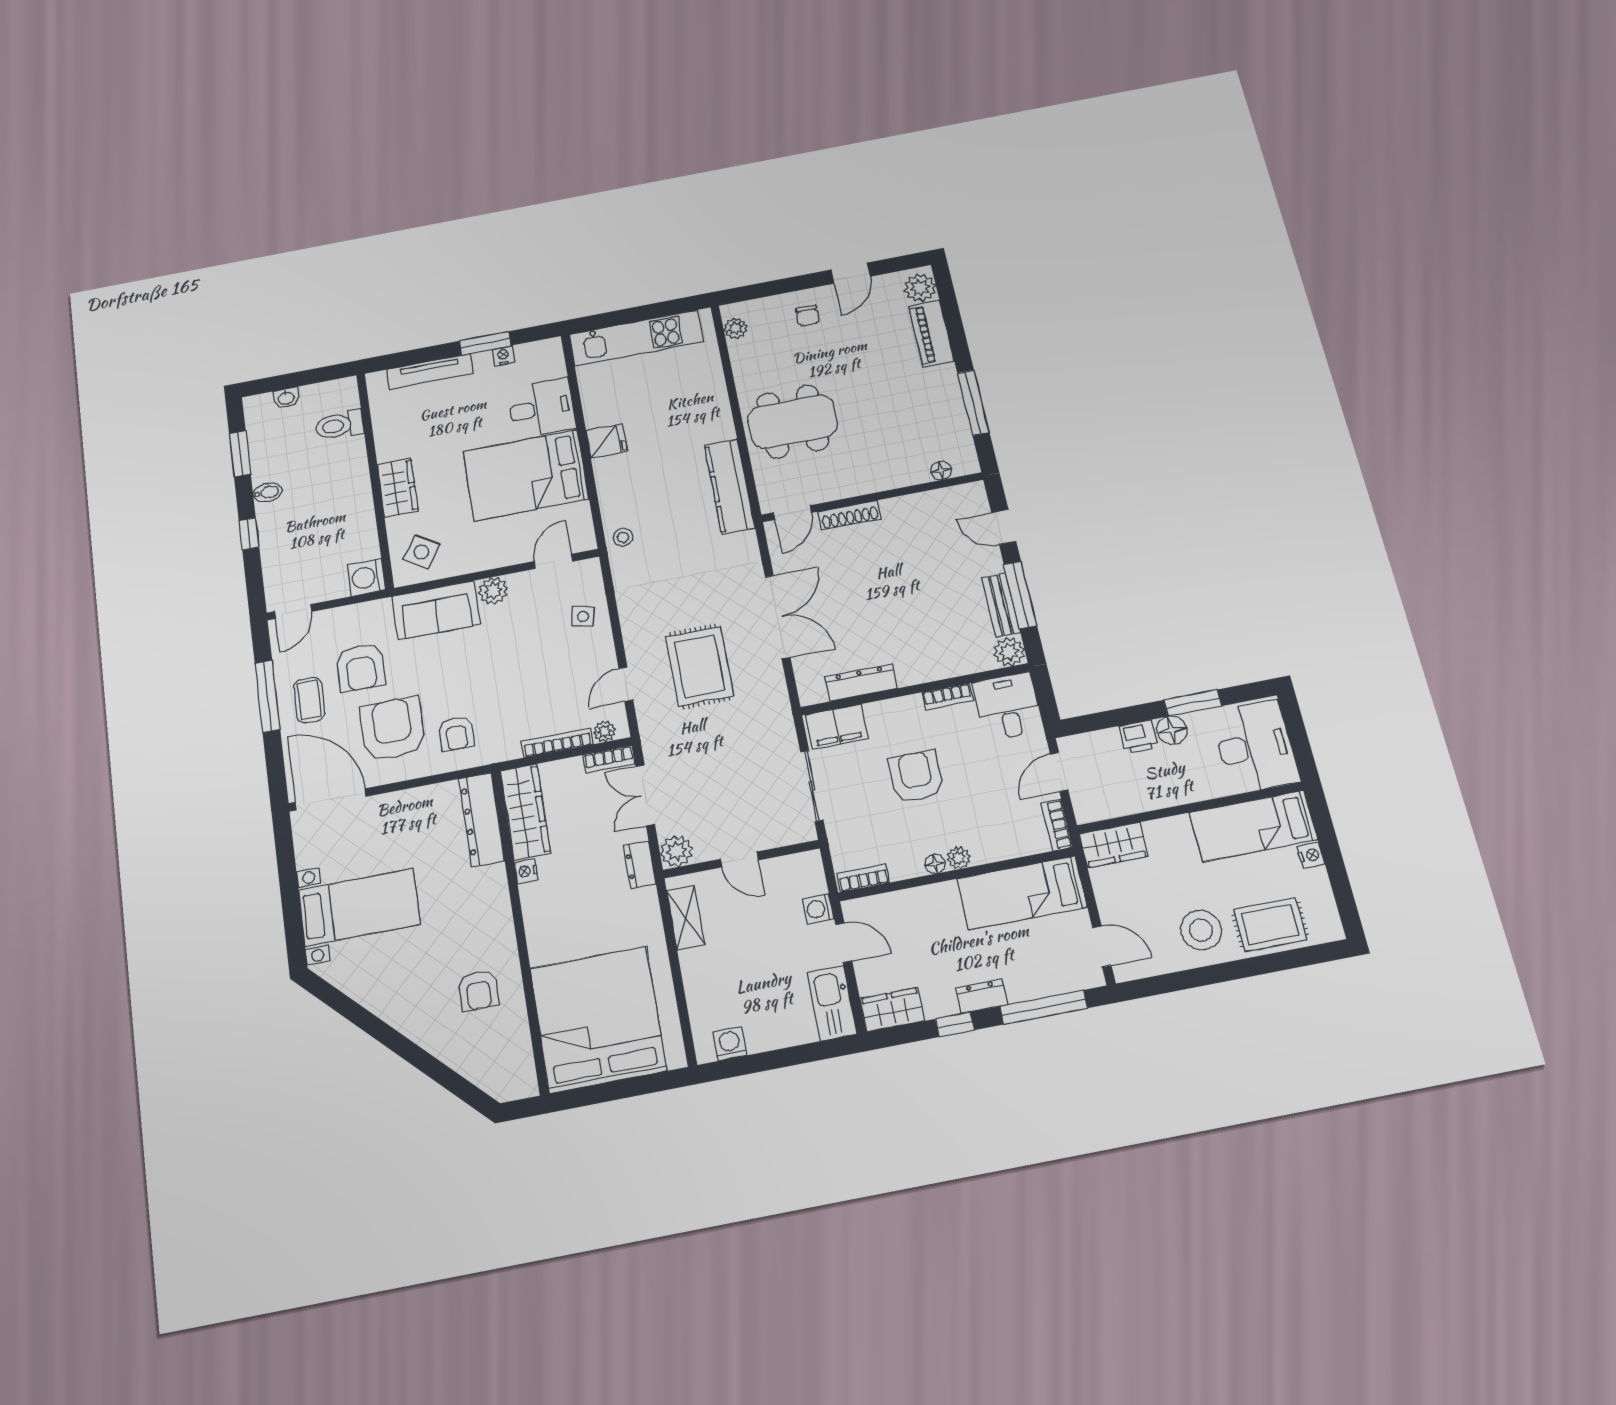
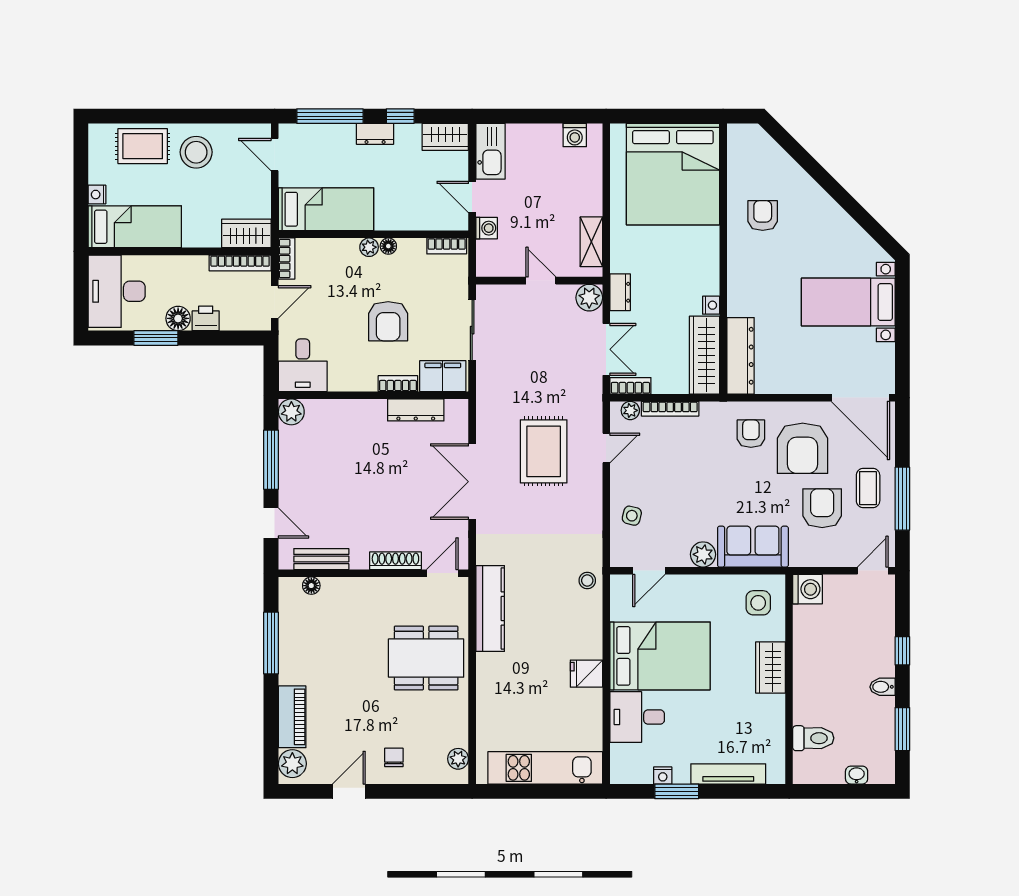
side table: (421, 552) -> (758, 603), turned -33
bench: (1001, 605) -> (321, 559), moved, turned 90
bookcase: (948, 696) -> (398, 384), moved
bookcase: (1113, 809) -> (240, 263), added

